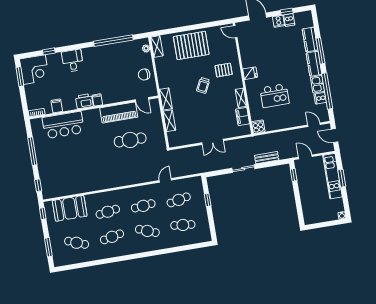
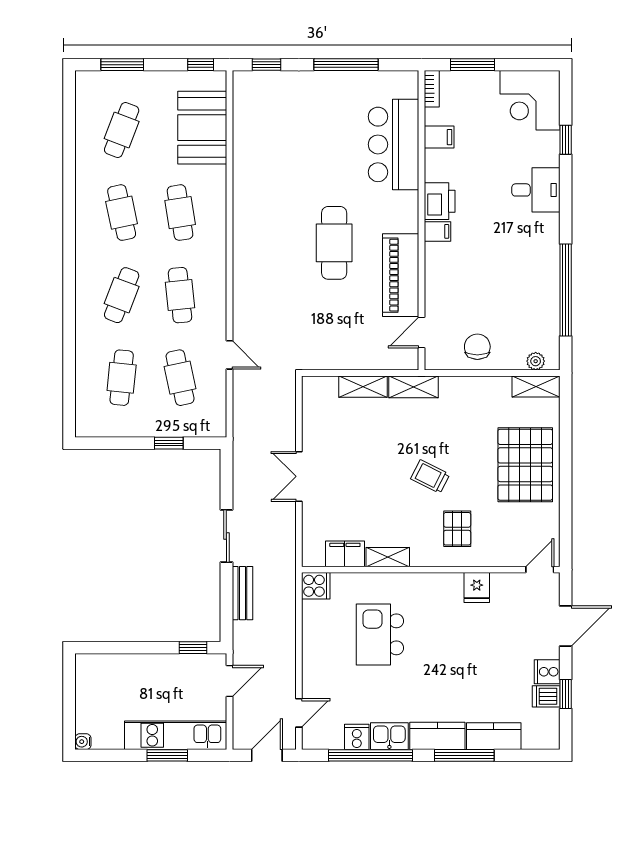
fridge: (250, 73) -> (477, 588), moved
window: (20, 77) -> (472, 65), moved
cafe table: (130, 140) -> (334, 243), moved

